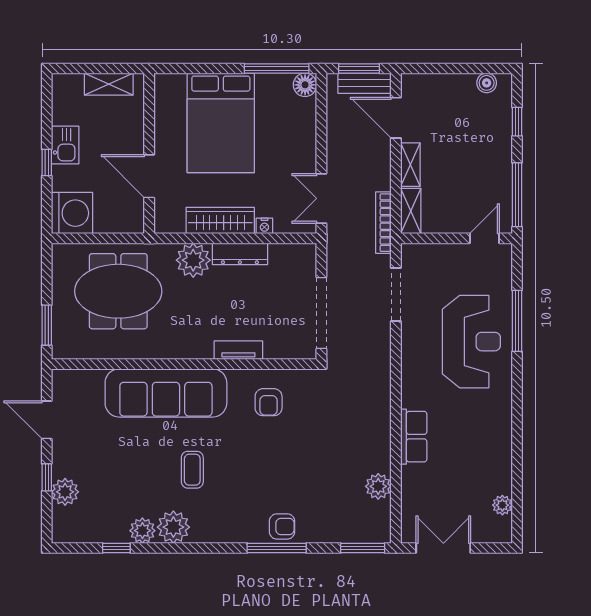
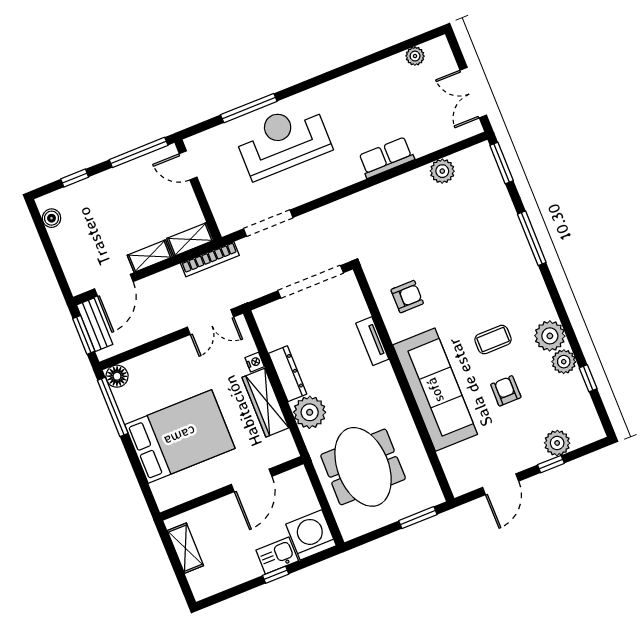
kitchen sink: (65, 145) -> (277, 555), moved
armchair: (282, 526) -> (506, 391), moved

